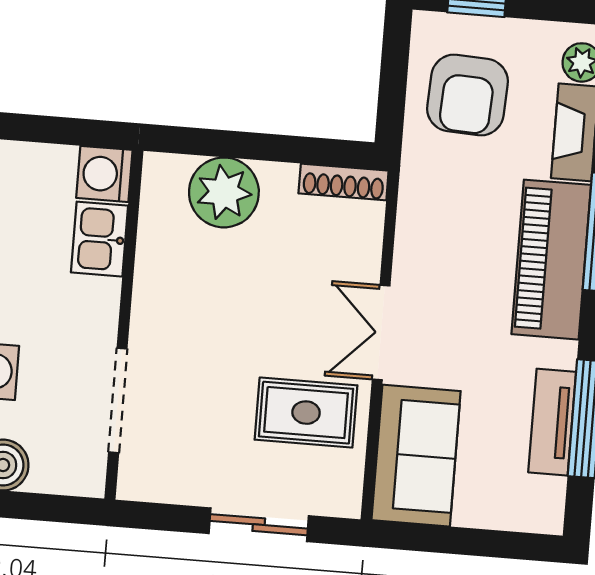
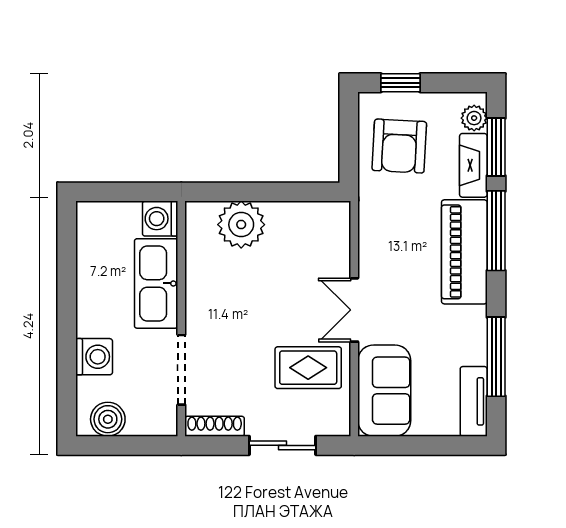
shoe rack: (344, 182) -> (215, 426), moved, turned 180
kitchen sink: (100, 239) -> (156, 283), width x1.88, depth x1.24
tv unit: (552, 422) -> (474, 401), moved

